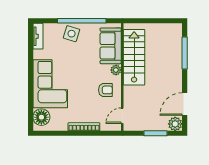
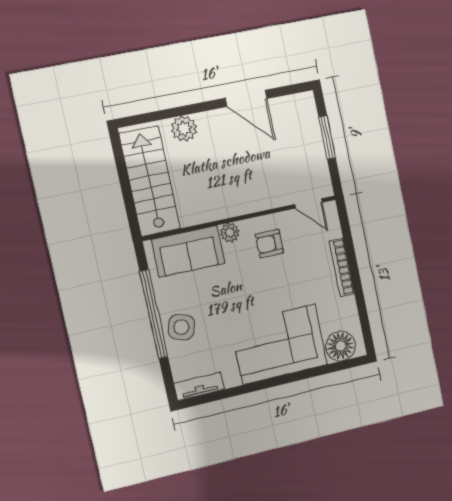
window: (185, 53) -> (172, 113), removed
stairs: (134, 57) -> (150, 181), moved, turned 90
armchair: (105, 90) -> (269, 244), turned -90
door: (185, 104) -> (246, 98), moved
plant: (175, 124) -> (184, 129), moved

